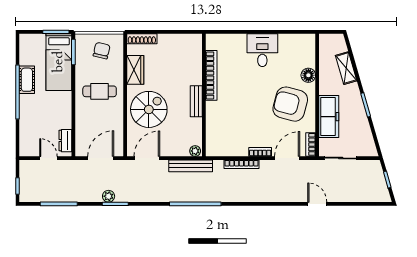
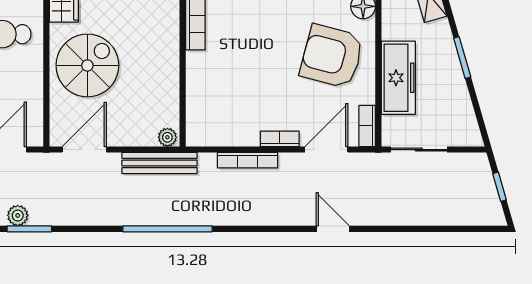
bench: (196, 101) -> (169, 51), removed
door: (317, 204) -> (333, 229), moved

